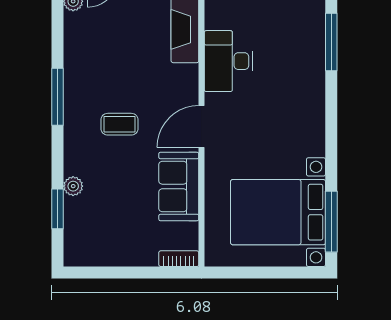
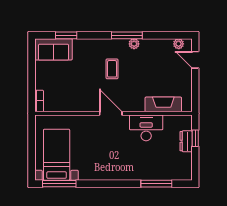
plant: (73, 186) -> (134, 44), moved
sofa: (179, 186) -> (53, 49), moved, turned 180
bed with nightstands: (278, 212) -> (57, 155), width x0.73

